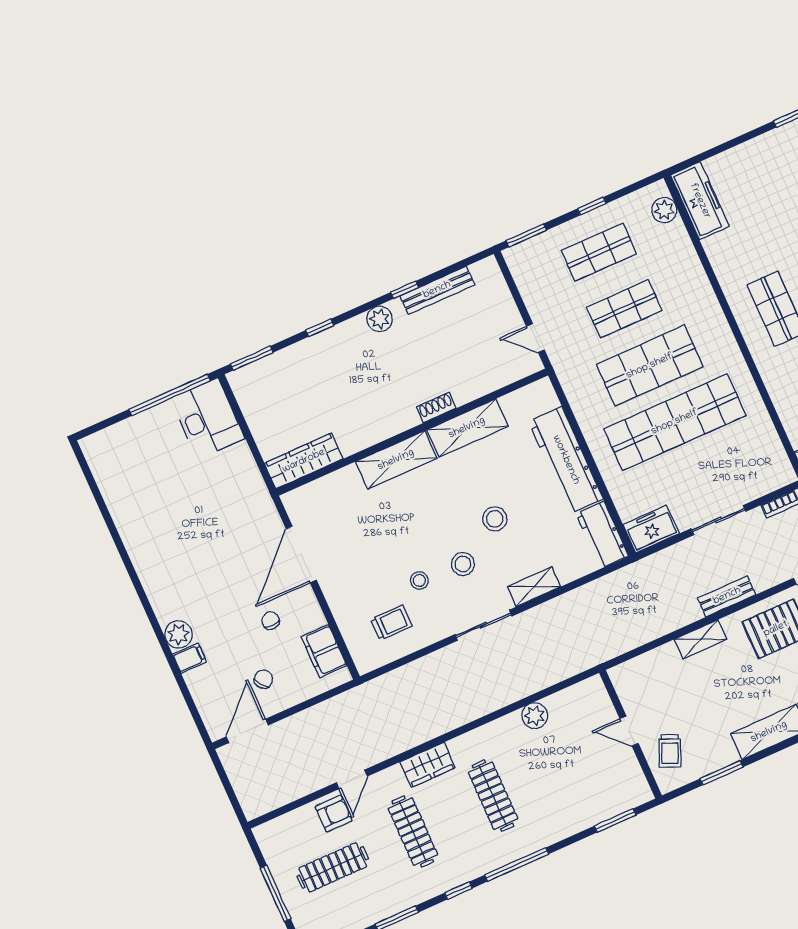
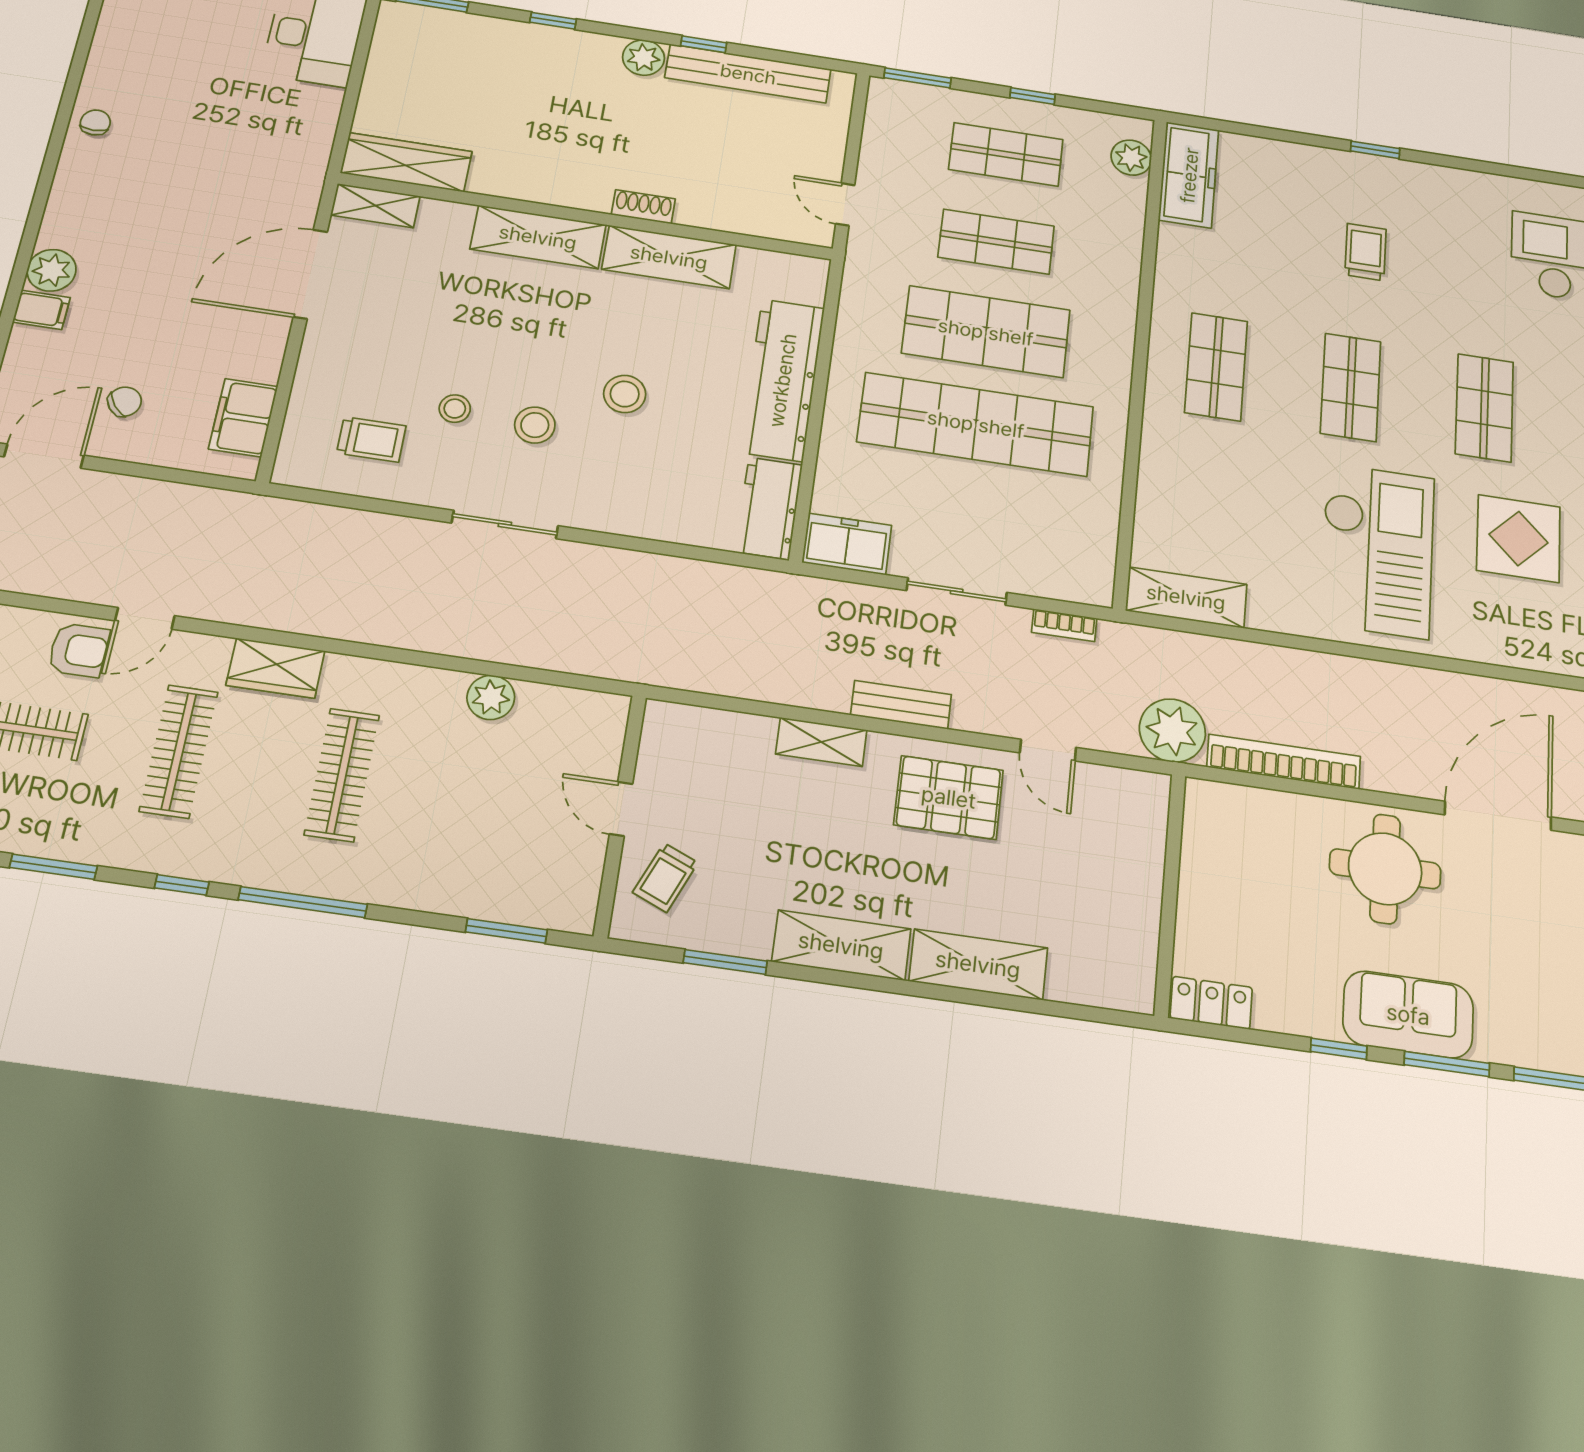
bench: (437, 290) -> (748, 74), width x1.37, depth x1.21
shelving: (534, 587) -> (375, 206), moved
chair: (271, 621) -> (95, 122), moved

